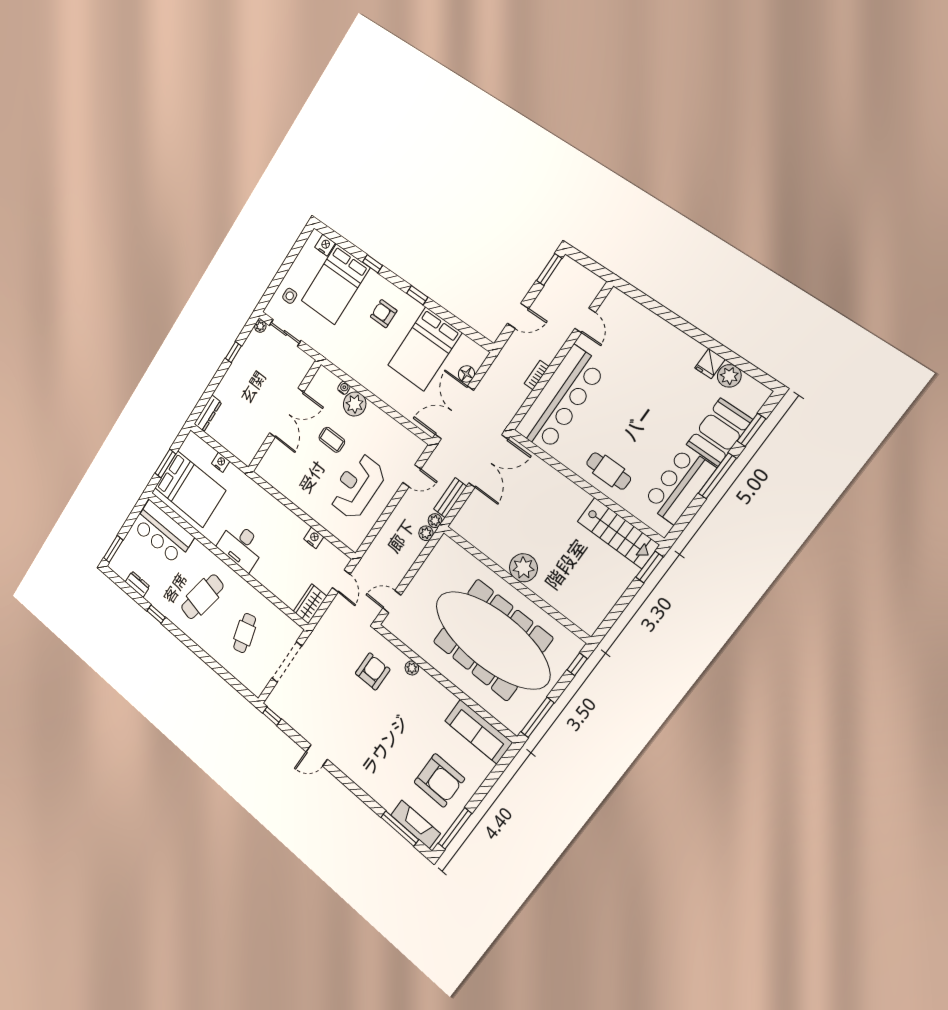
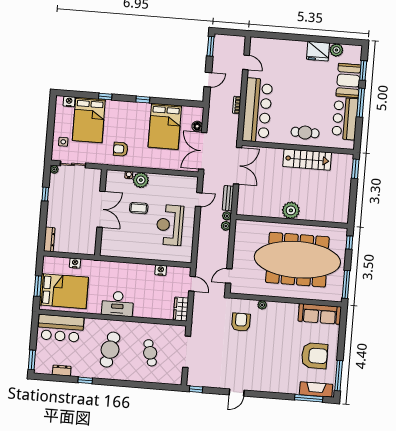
armchair: (384, 314) -> (121, 149), moved
fridge: (710, 364) -> (318, 51), width x1.88, depth x1.34
stairs: (618, 533) -> (307, 160), moved

